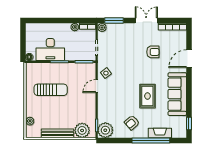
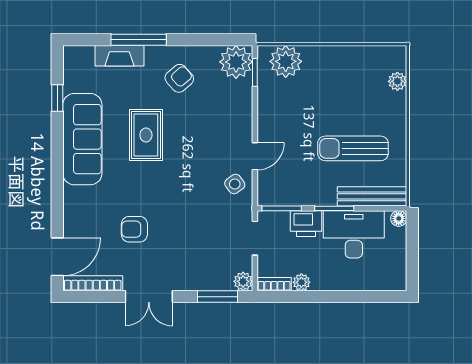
printer: (73, 55) -> (306, 224), added
door: (189, 59) -> (57, 257), moved
window: (189, 123) -> (57, 98), moved
bench: (57, 133) -> (372, 196), moved
window: (151, 141) -> (139, 40), width x0.68

